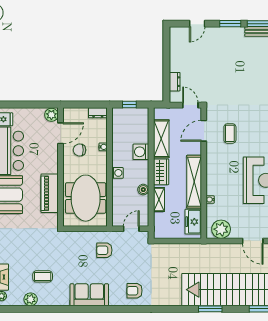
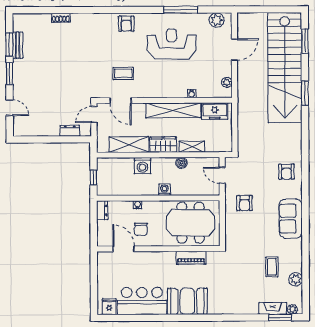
plant: (51, 115) -> (104, 258), removed
piano: (50, 193) -> (191, 258), width x0.73, depth x0.75
plant: (221, 229) -> (227, 82), width x0.53, depth x0.53

